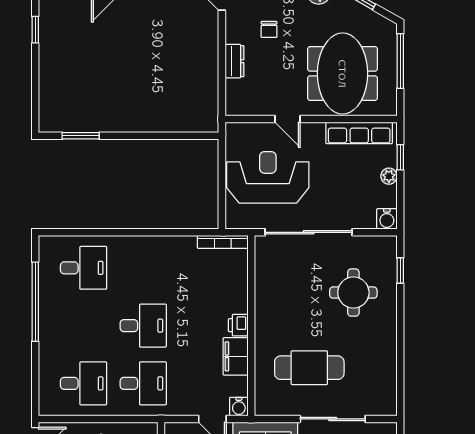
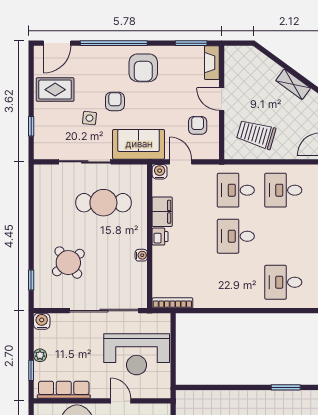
round table: (353, 293) -> (68, 263), turned -38
water cooler: (262, 302) -> (141, 255), added

